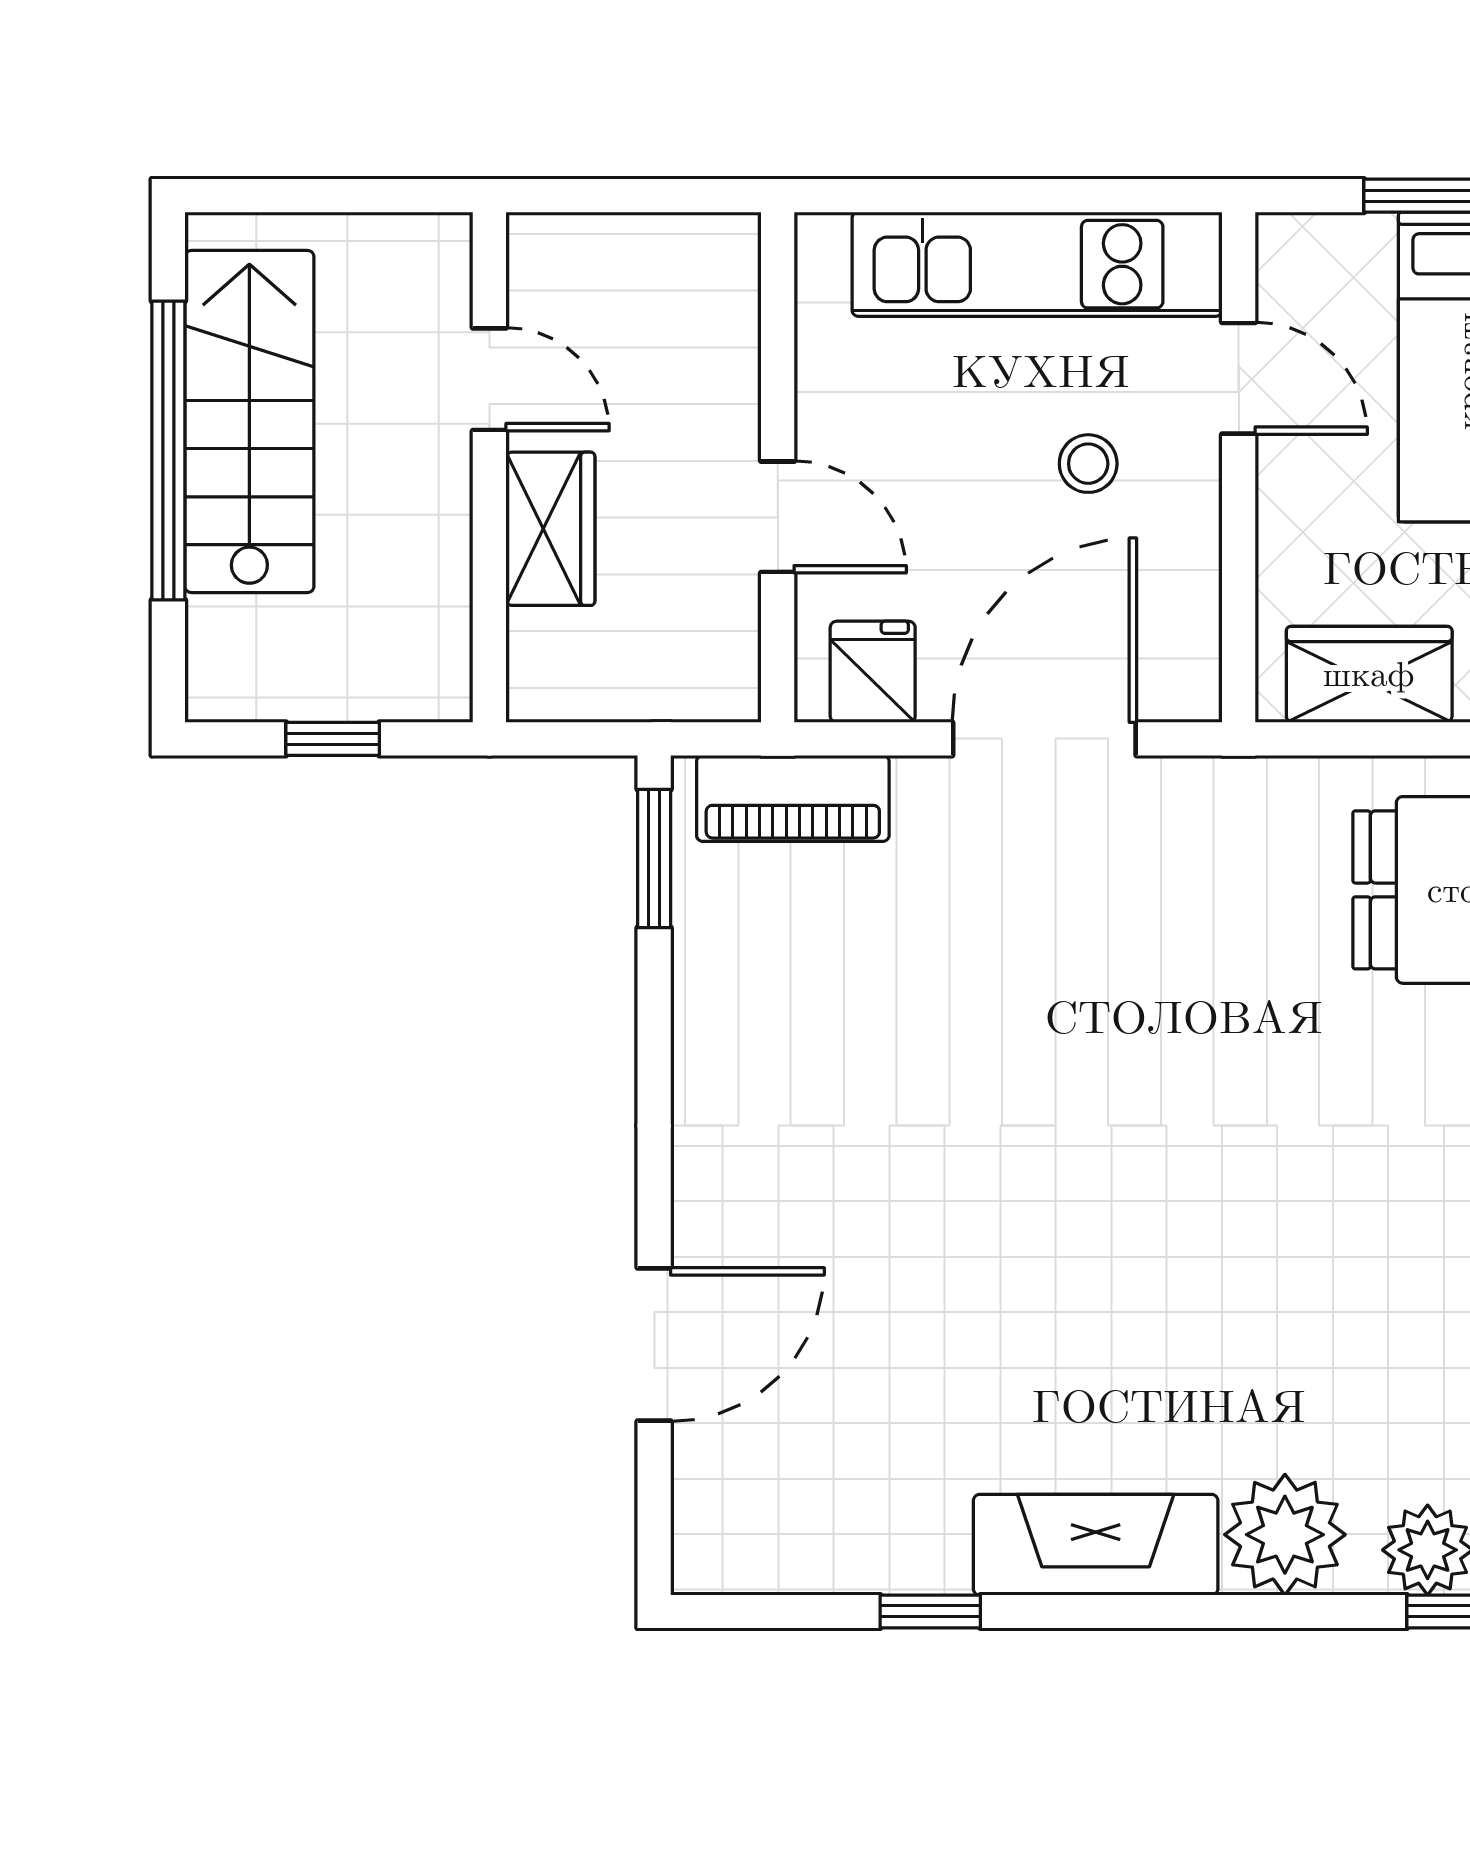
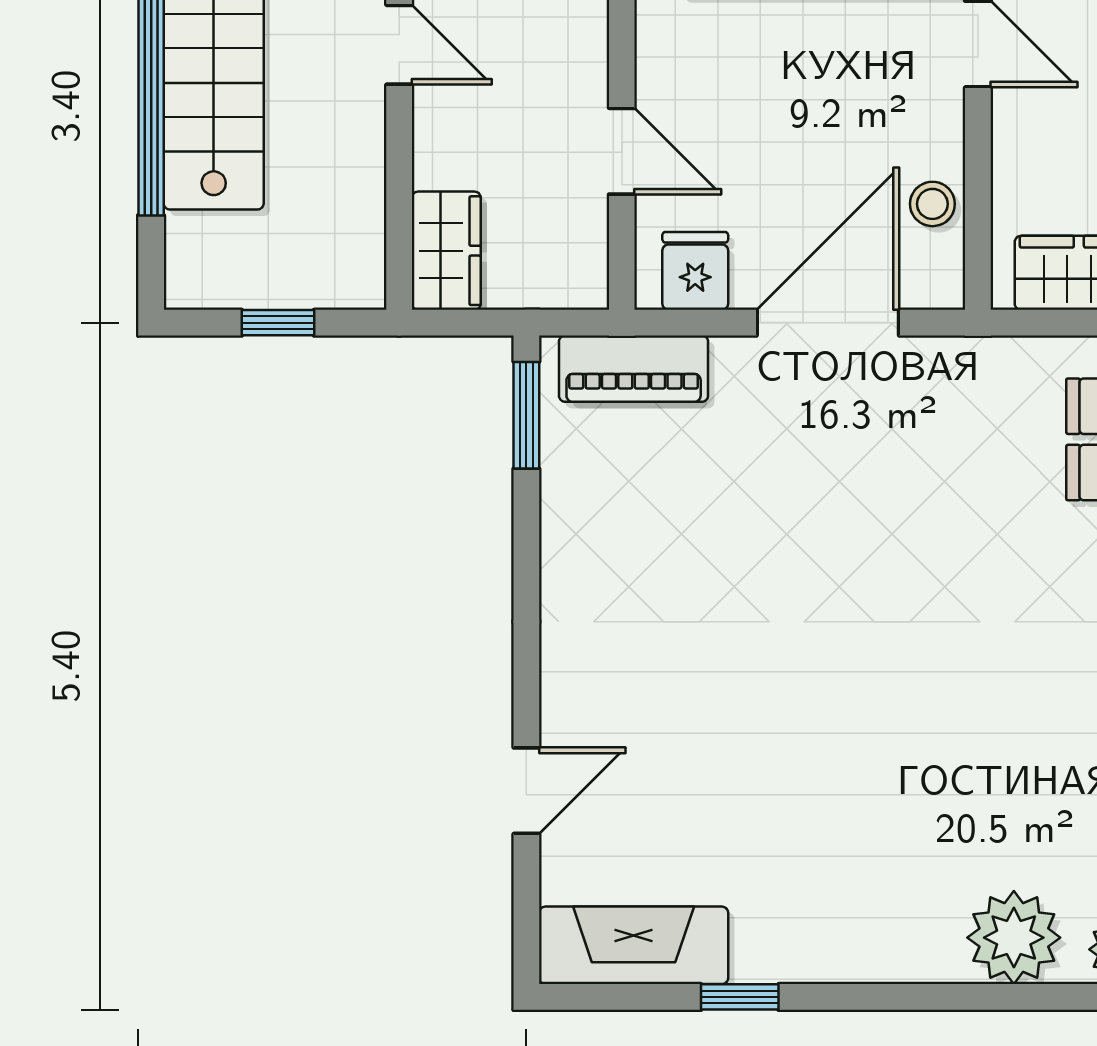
stool: (1088, 464) -> (932, 204), moved
wardrobe: (550, 529) -> (446, 251), moved
door: (654, 1345) -> (526, 791), width x0.73
fireplace: (1096, 1545) -> (634, 945), moved

